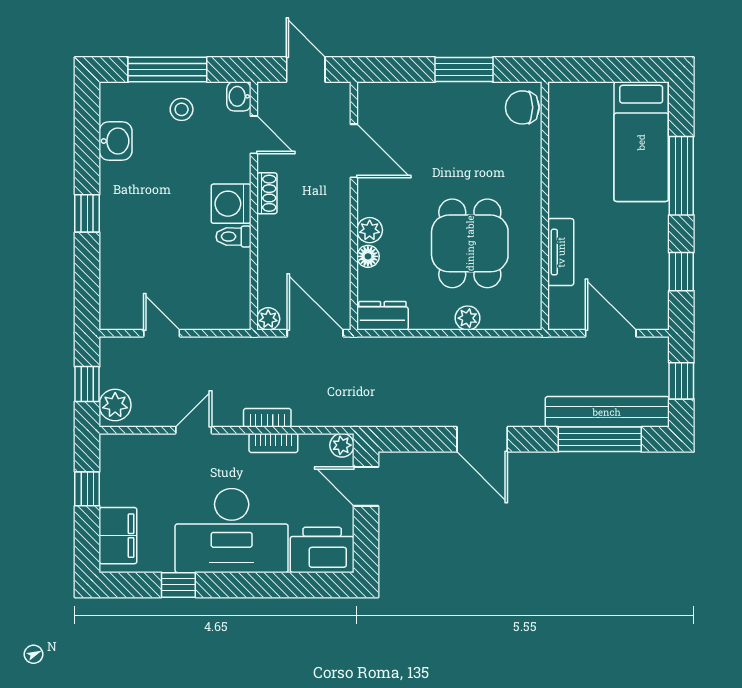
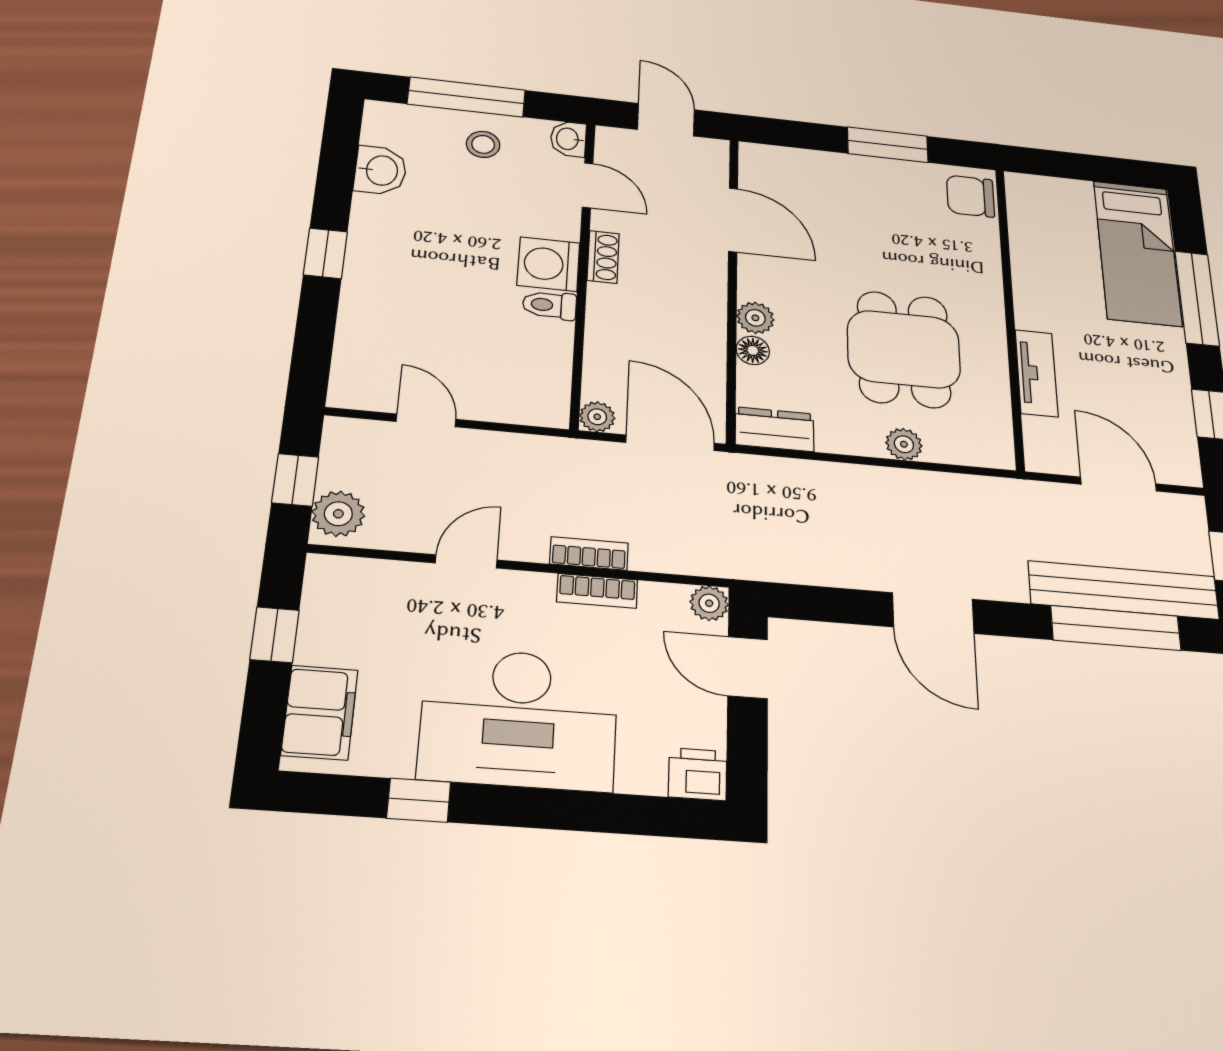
printer: (322, 550) -> (698, 774), width x0.53, depth x0.68

